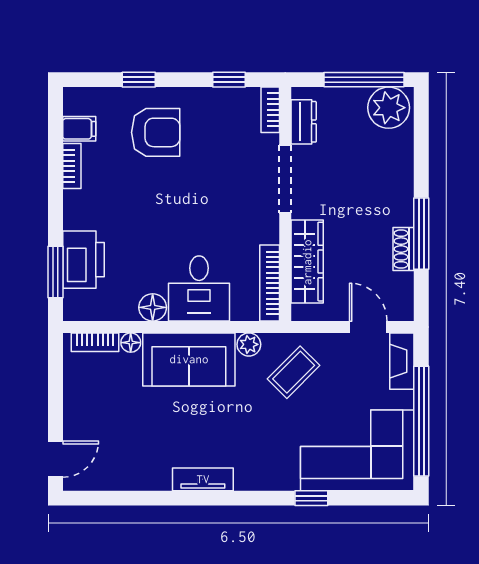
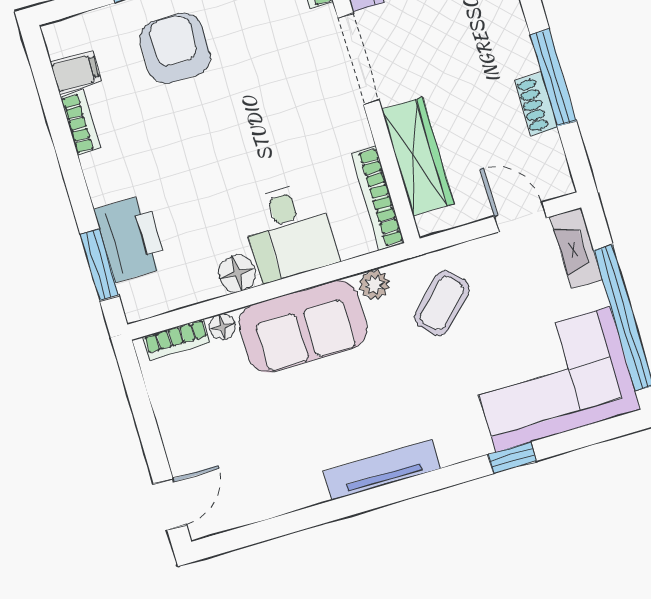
armchair: (156, 132) -> (175, 48), turned -90
tv unit: (203, 479) -> (382, 470), width x1.41

